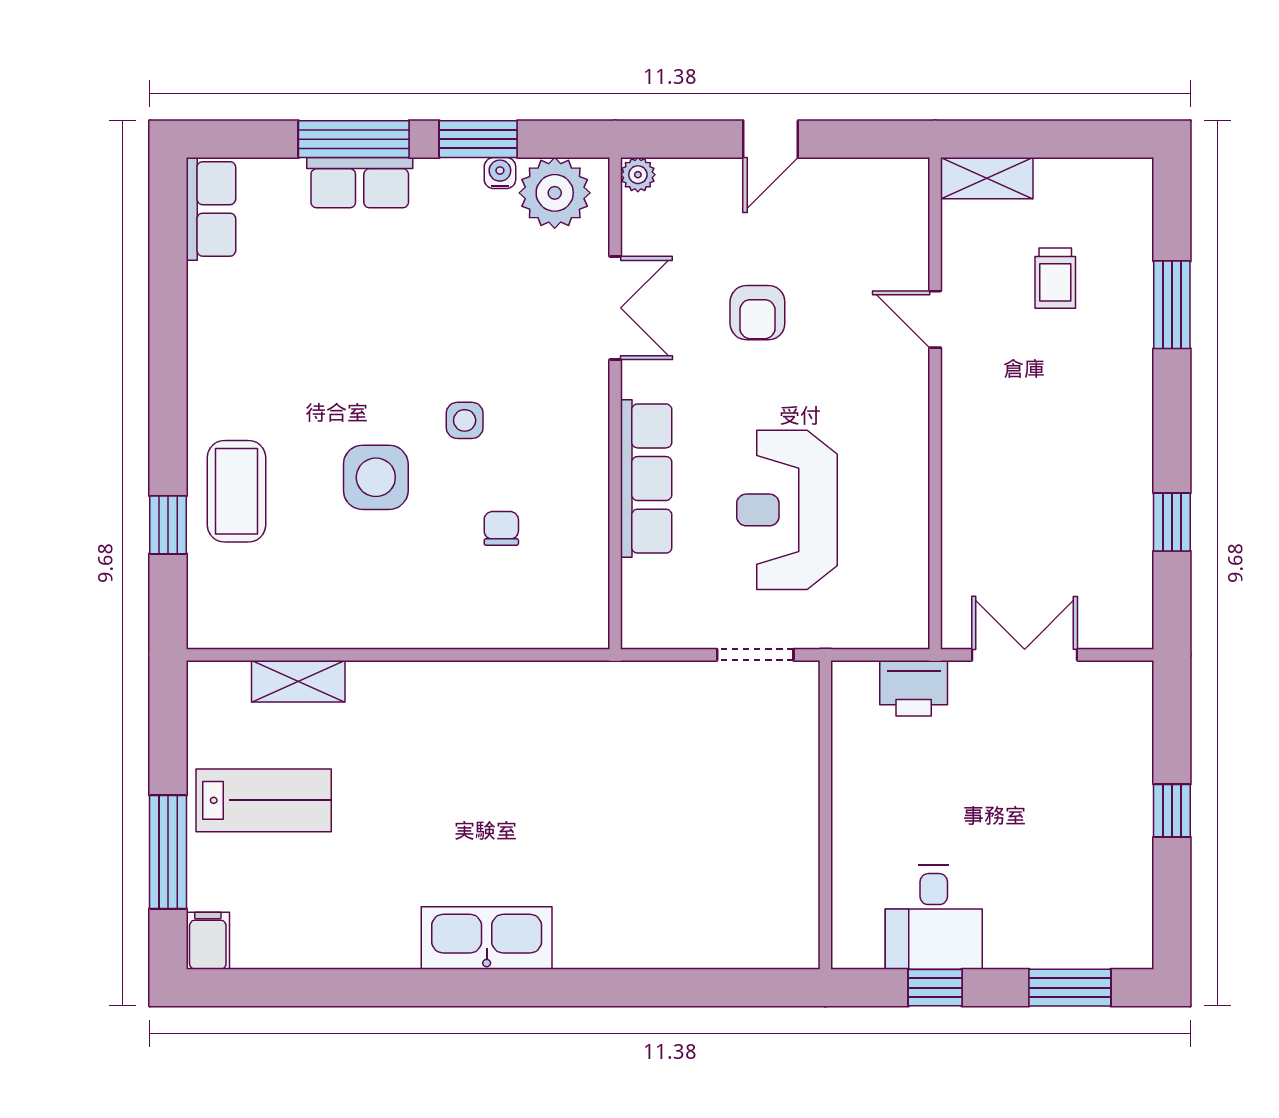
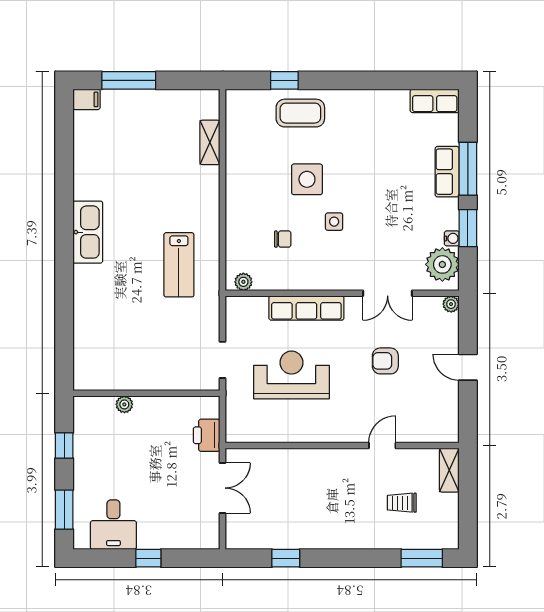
window: (1172, 305) -> (422, 558), moved
plant: (591, 611) -> (243, 282), added
lab bench: (264, 800) -> (179, 265), moved
plant: (849, 861) -> (124, 404), added
desk: (934, 917) -> (113, 525), moved, turned -90

